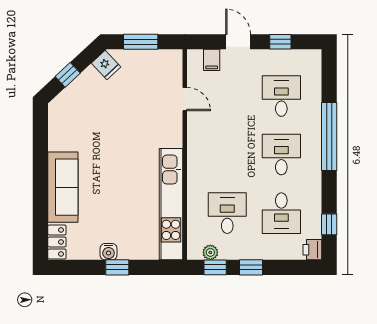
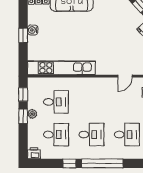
desk: (281, 213) -> (56, 135), turned 180
window: (329, 224) -> (69, 163), moved
plant: (210, 252) -> (32, 114), moved

